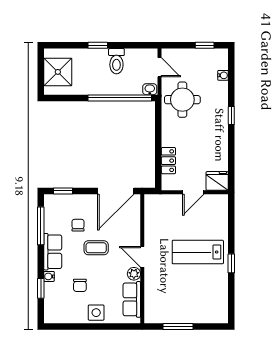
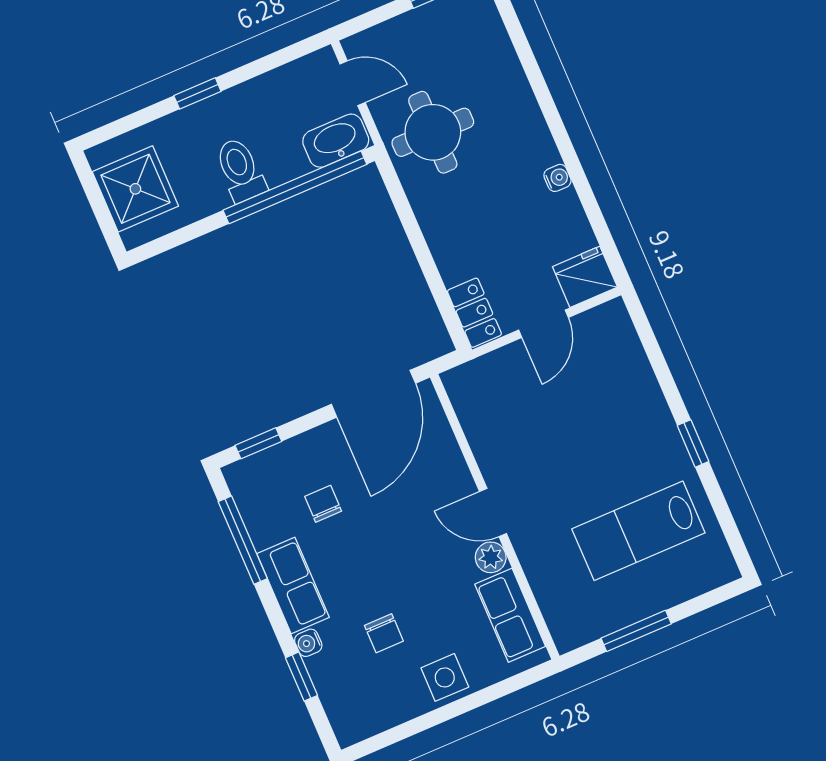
toilet: (116, 61) -> (240, 170), moved, turned 180
water cooler: (223, 75) -> (557, 178), moved
washbasin: (150, 89) -> (336, 141), width x1.91, depth x1.45
window: (231, 115) -> (554, 121), removed
locker: (168, 161) -> (474, 313), moved
coffee table: (96, 248) -> (384, 536), removed
lab bench: (198, 252) -> (638, 531), moved

